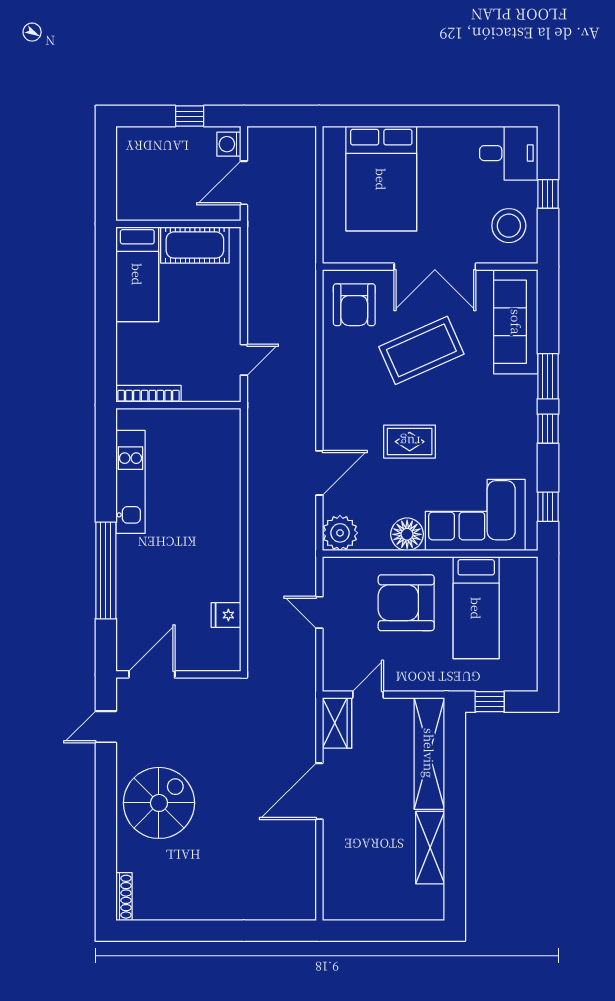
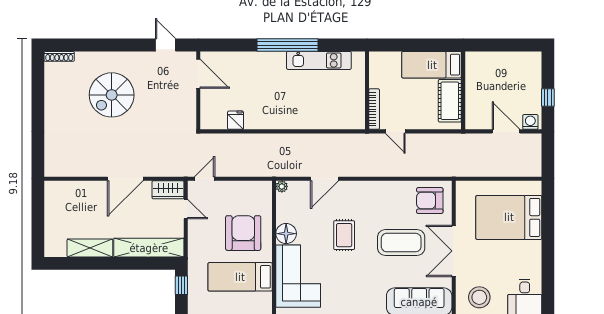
wall: (178, 224) -> (463, 90), moved
cot: (195, 245) -> (450, 101), moved
bed: (137, 274) -> (432, 65), moved
coffee table: (421, 350) -> (401, 243), turned -66
bookcase: (149, 394) -> (374, 109), moved
door: (319, 473) -> (324, 179), hinge flipped
plant: (340, 533) -> (282, 186), width x0.53, depth x0.53
window: (106, 570) -> (288, 45), moved
door: (319, 612) -> (205, 179), moved
door: (319, 791) -> (125, 179), swing flipped
spiral stairs: (159, 803) -> (112, 95), moved, turned 90

